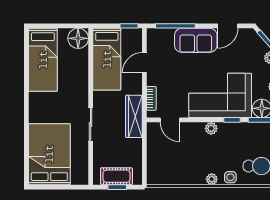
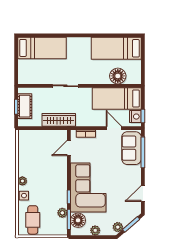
door: (228, 26) -> (143, 194), hinge flipped
nightstand: (130, 35) -> (135, 117), added
floor lamp: (78, 38) -> (118, 76), moved
sofa: (196, 40) -> (131, 148), moved
wardrobe: (134, 116) -> (59, 120), moved
plant: (211, 128) -> (62, 213), moved
bed: (49, 154) -> (42, 48), width x0.67

